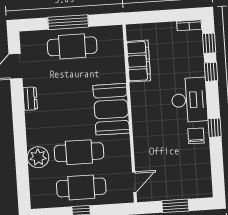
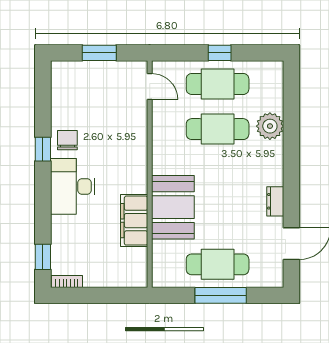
filing cabinet: (139, 61) -> (134, 221), moved
window: (211, 72) -> (43, 220), removed
booth: (111, 109) -> (173, 207), moved
chair: (196, 136) -> (67, 140), turned 180
door: (134, 182) -> (150, 86), swing flipped

